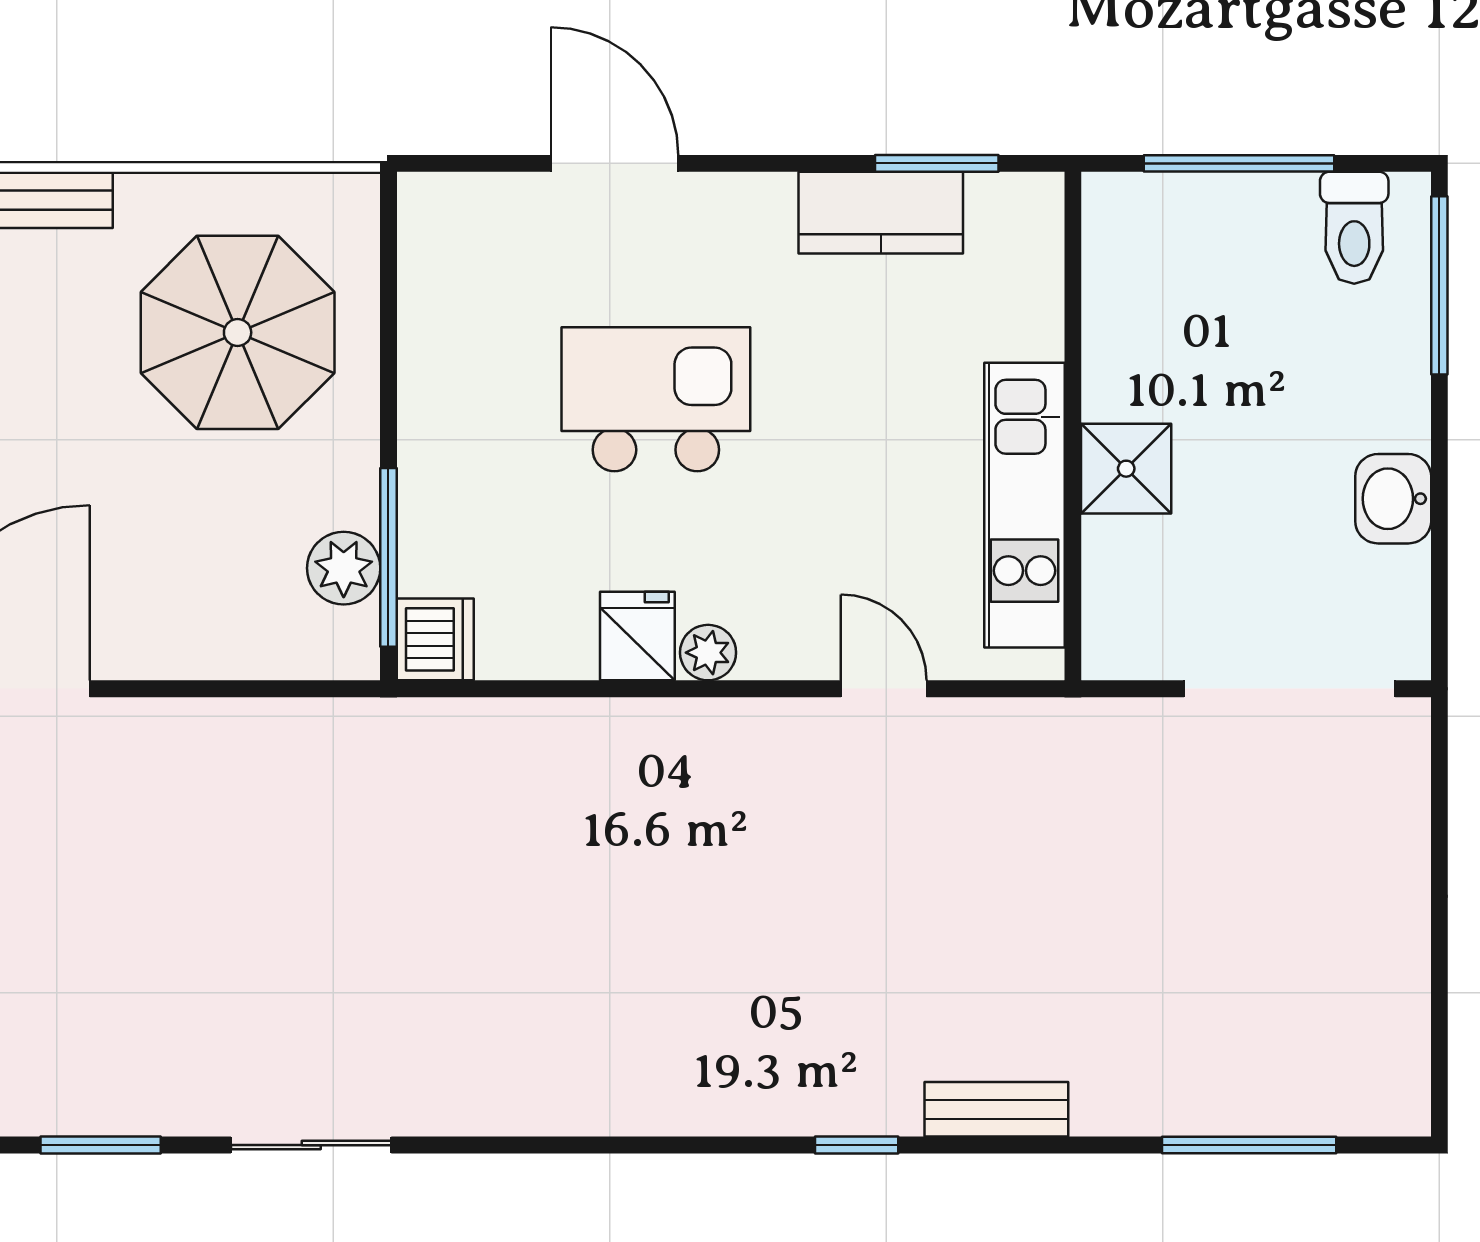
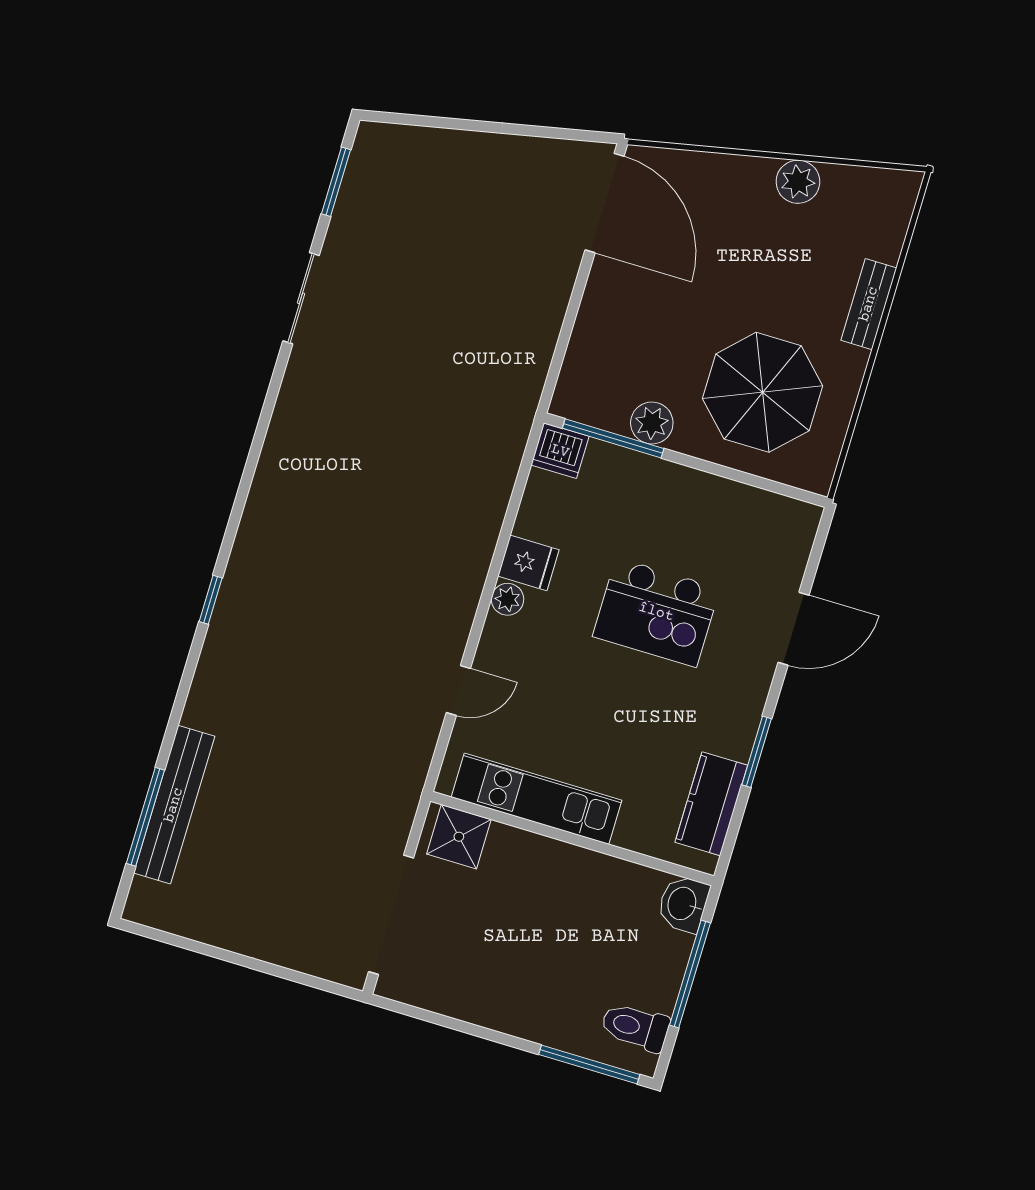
window: (937, 163) -> (757, 752), moved
kitchen counter: (881, 213) -> (711, 804), moved
kitchen island: (656, 399) -> (656, 612), turned 90
shower: (1126, 469) -> (459, 837), moved
washbasin: (1393, 499) -> (683, 904), moved, turned -90
plant: (344, 568) -> (652, 423), moved
bench: (996, 1109) -> (174, 805), moved, width x1.86, depth x1.21

